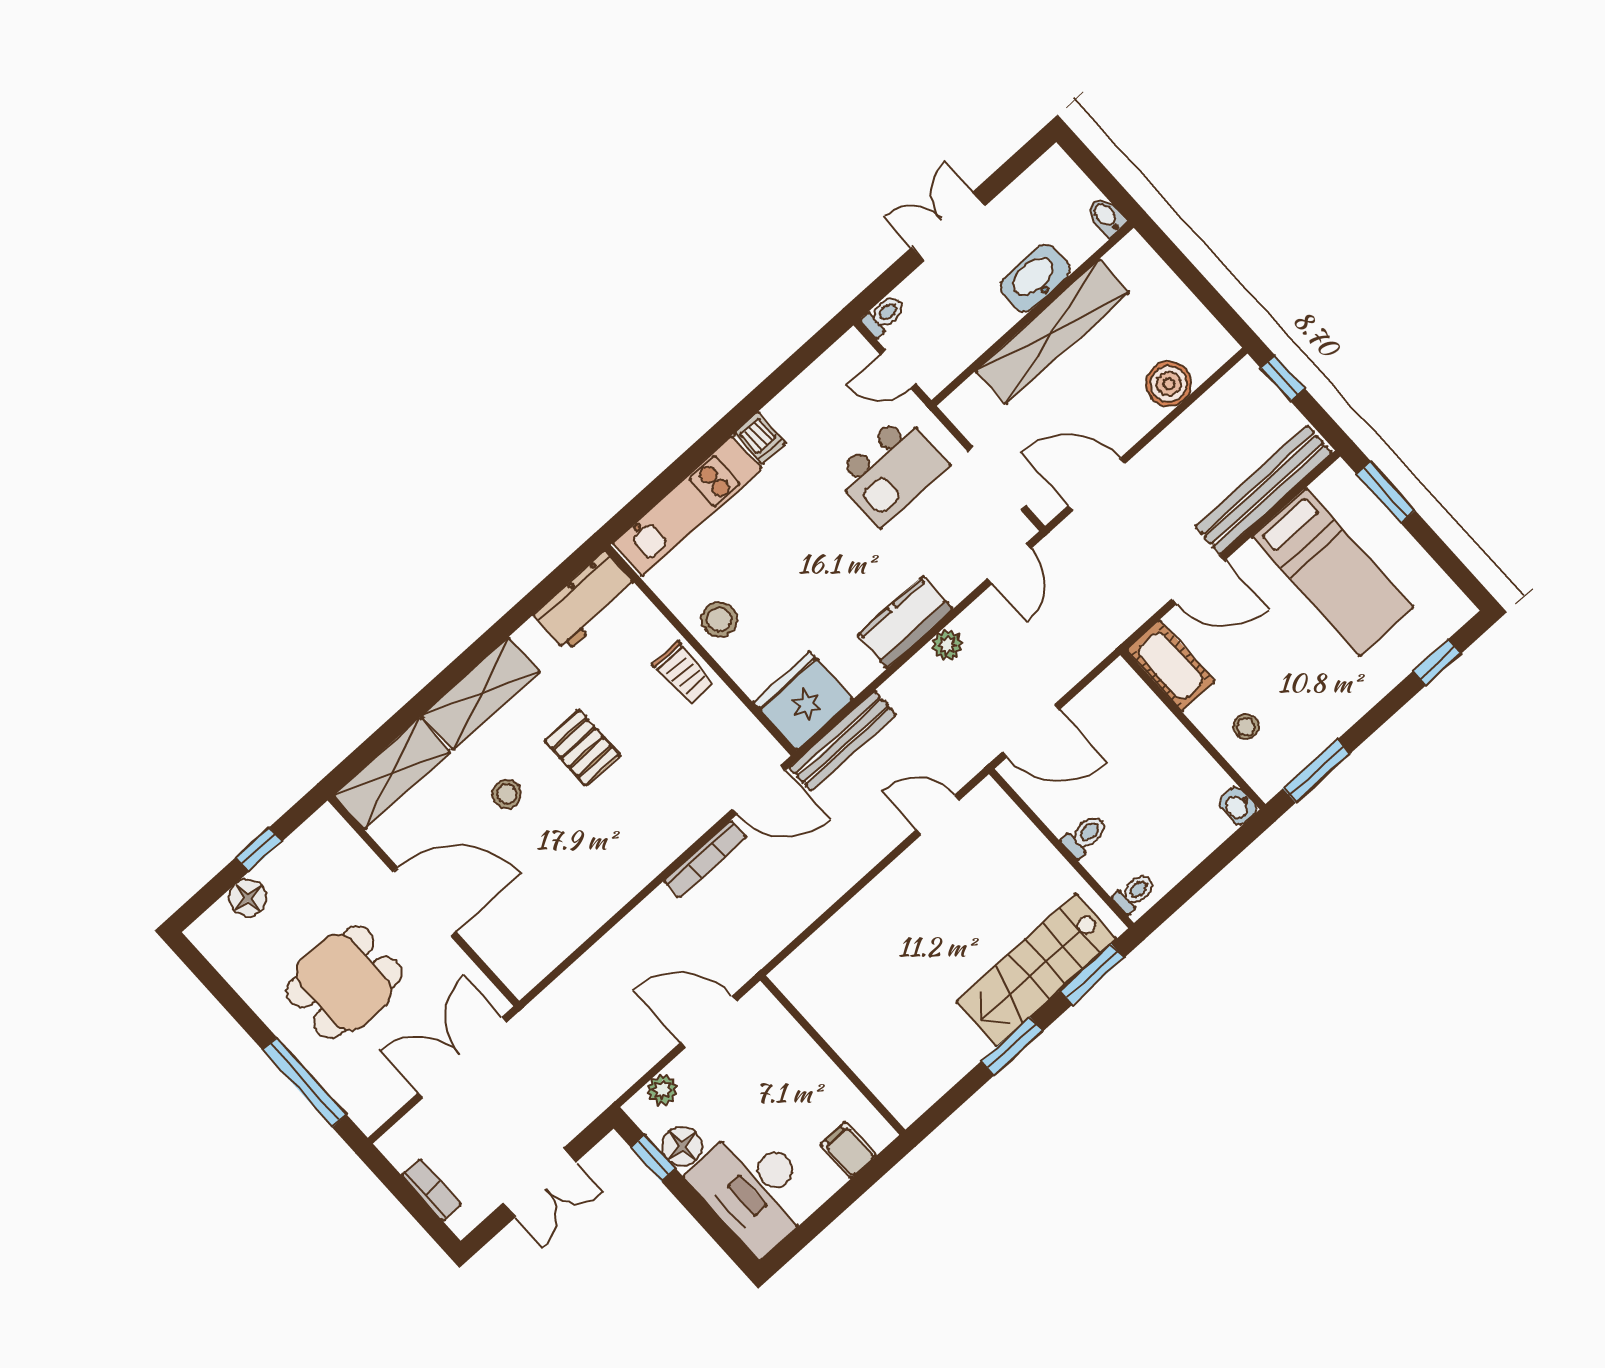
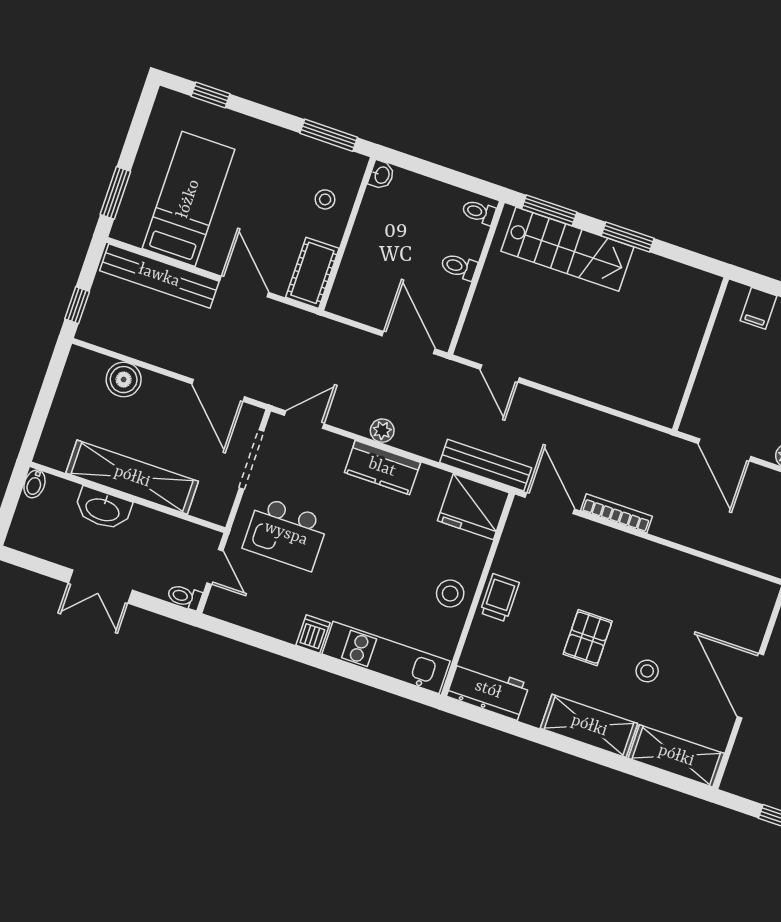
kitchen island: (891, 470) -> (286, 534), turned 180

